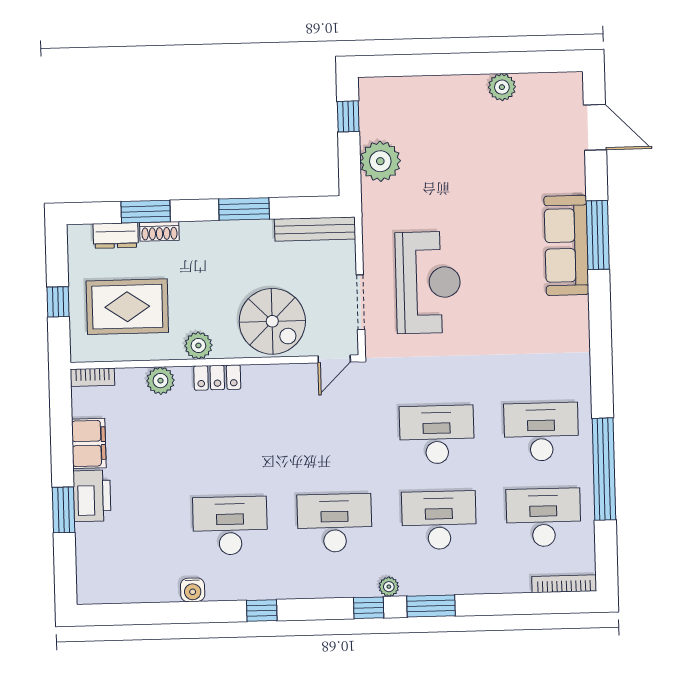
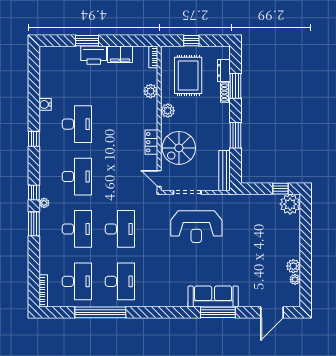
plant: (528, 83) -> (295, 279), added
plant: (380, 161) -> (290, 204), moved
locker: (217, 377) -> (151, 142), moved

